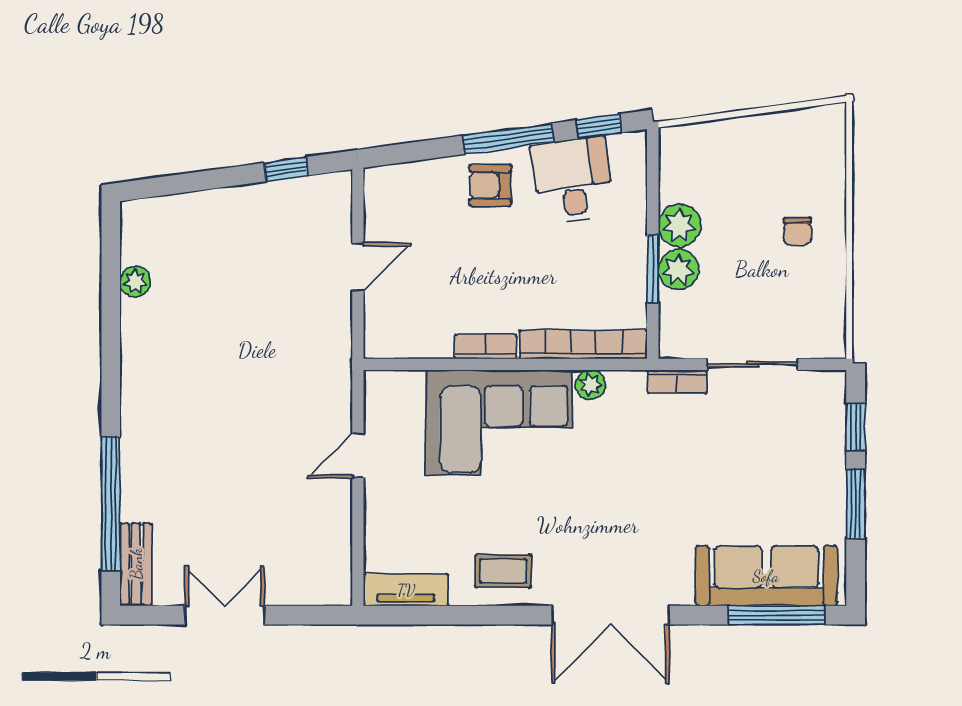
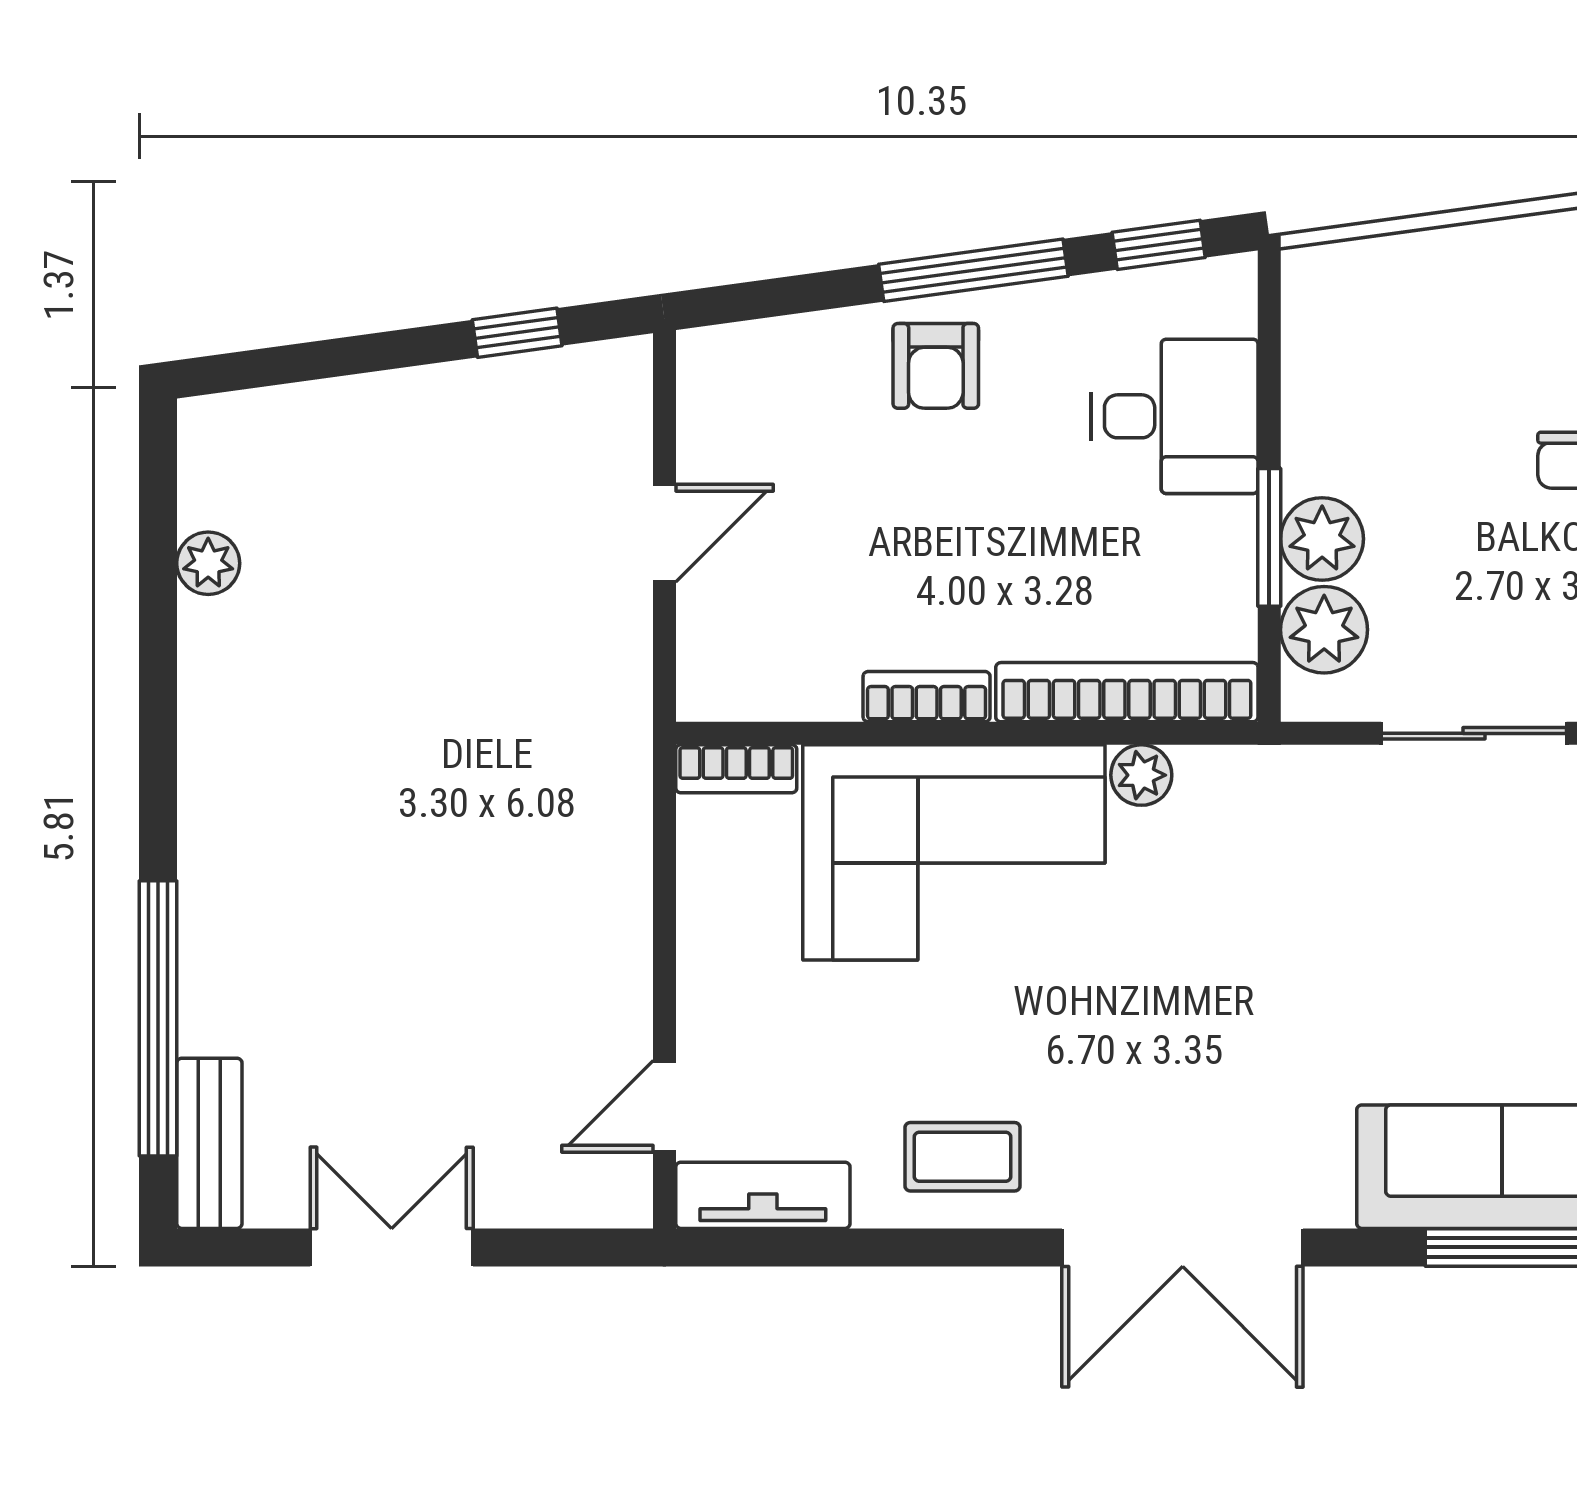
desk: (572, 180) -> (1175, 416), moved, turned 98
armchair: (490, 185) -> (936, 366), turned -90
plant: (679, 225) -> (1324, 630), moved
bookcase: (677, 382) -> (736, 769), moved
door: (358, 456) -> (664, 1106), moved

